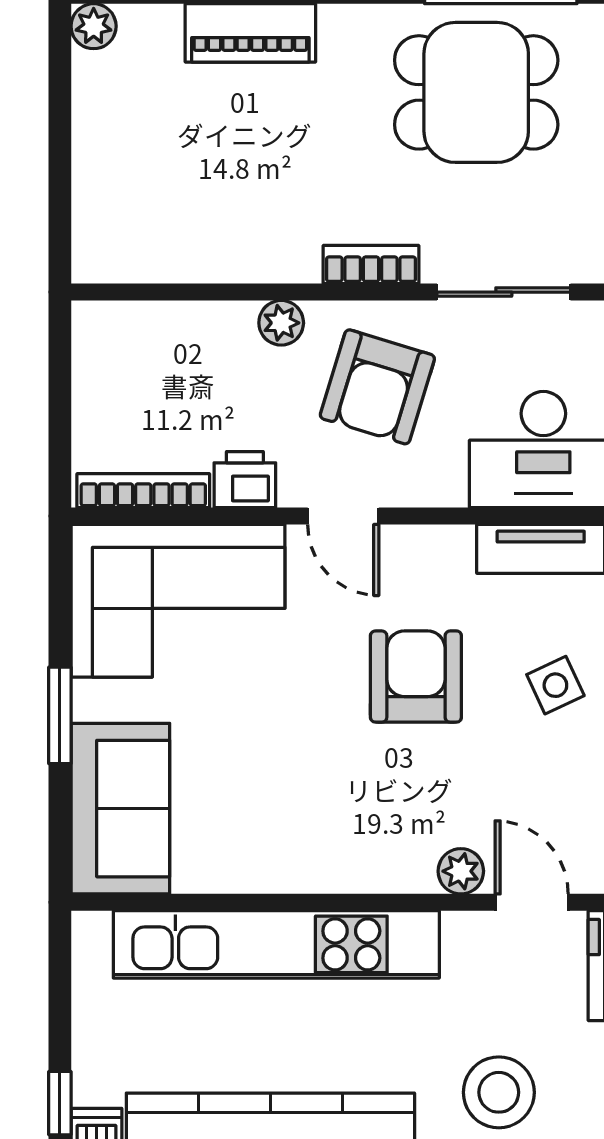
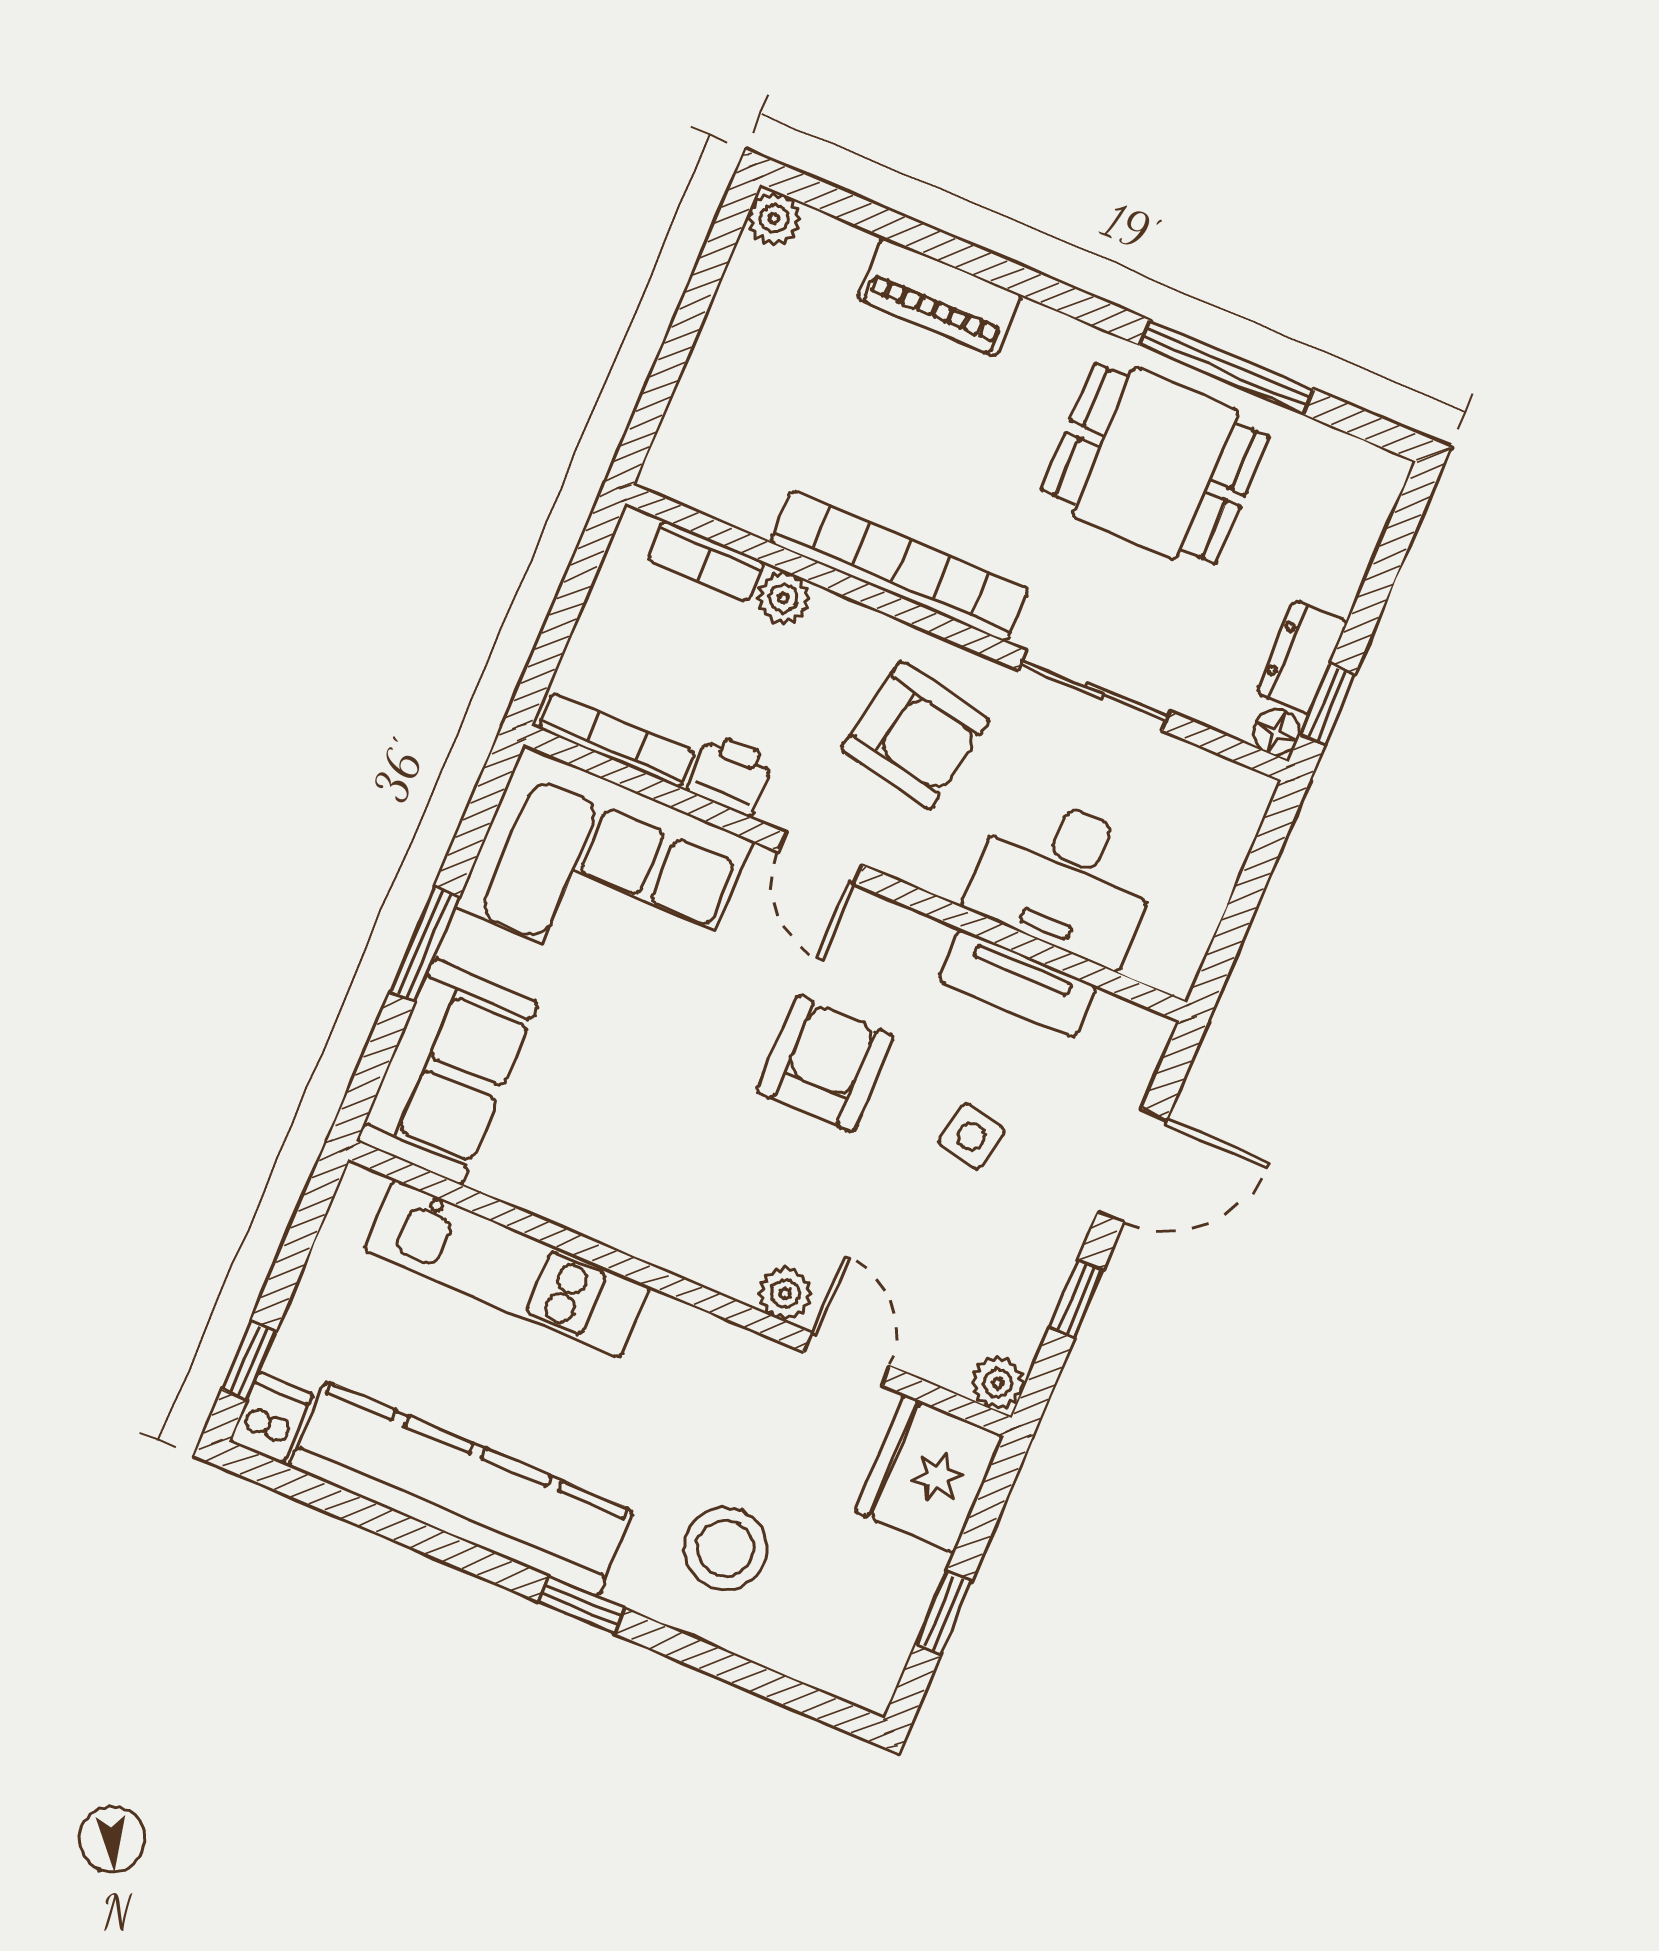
bookcase: (371, 265) -> (899, 566), width x2.31, depth x1.31
bookcase: (154, 319) -> (706, 561), added
plant: (281, 323) -> (783, 598), moved
armchair: (377, 387) -> (915, 735), turned -96
side table: (555, 685) -> (971, 1136), turned 37
kitchen unit: (276, 944) -> (507, 1269), width x0.73

